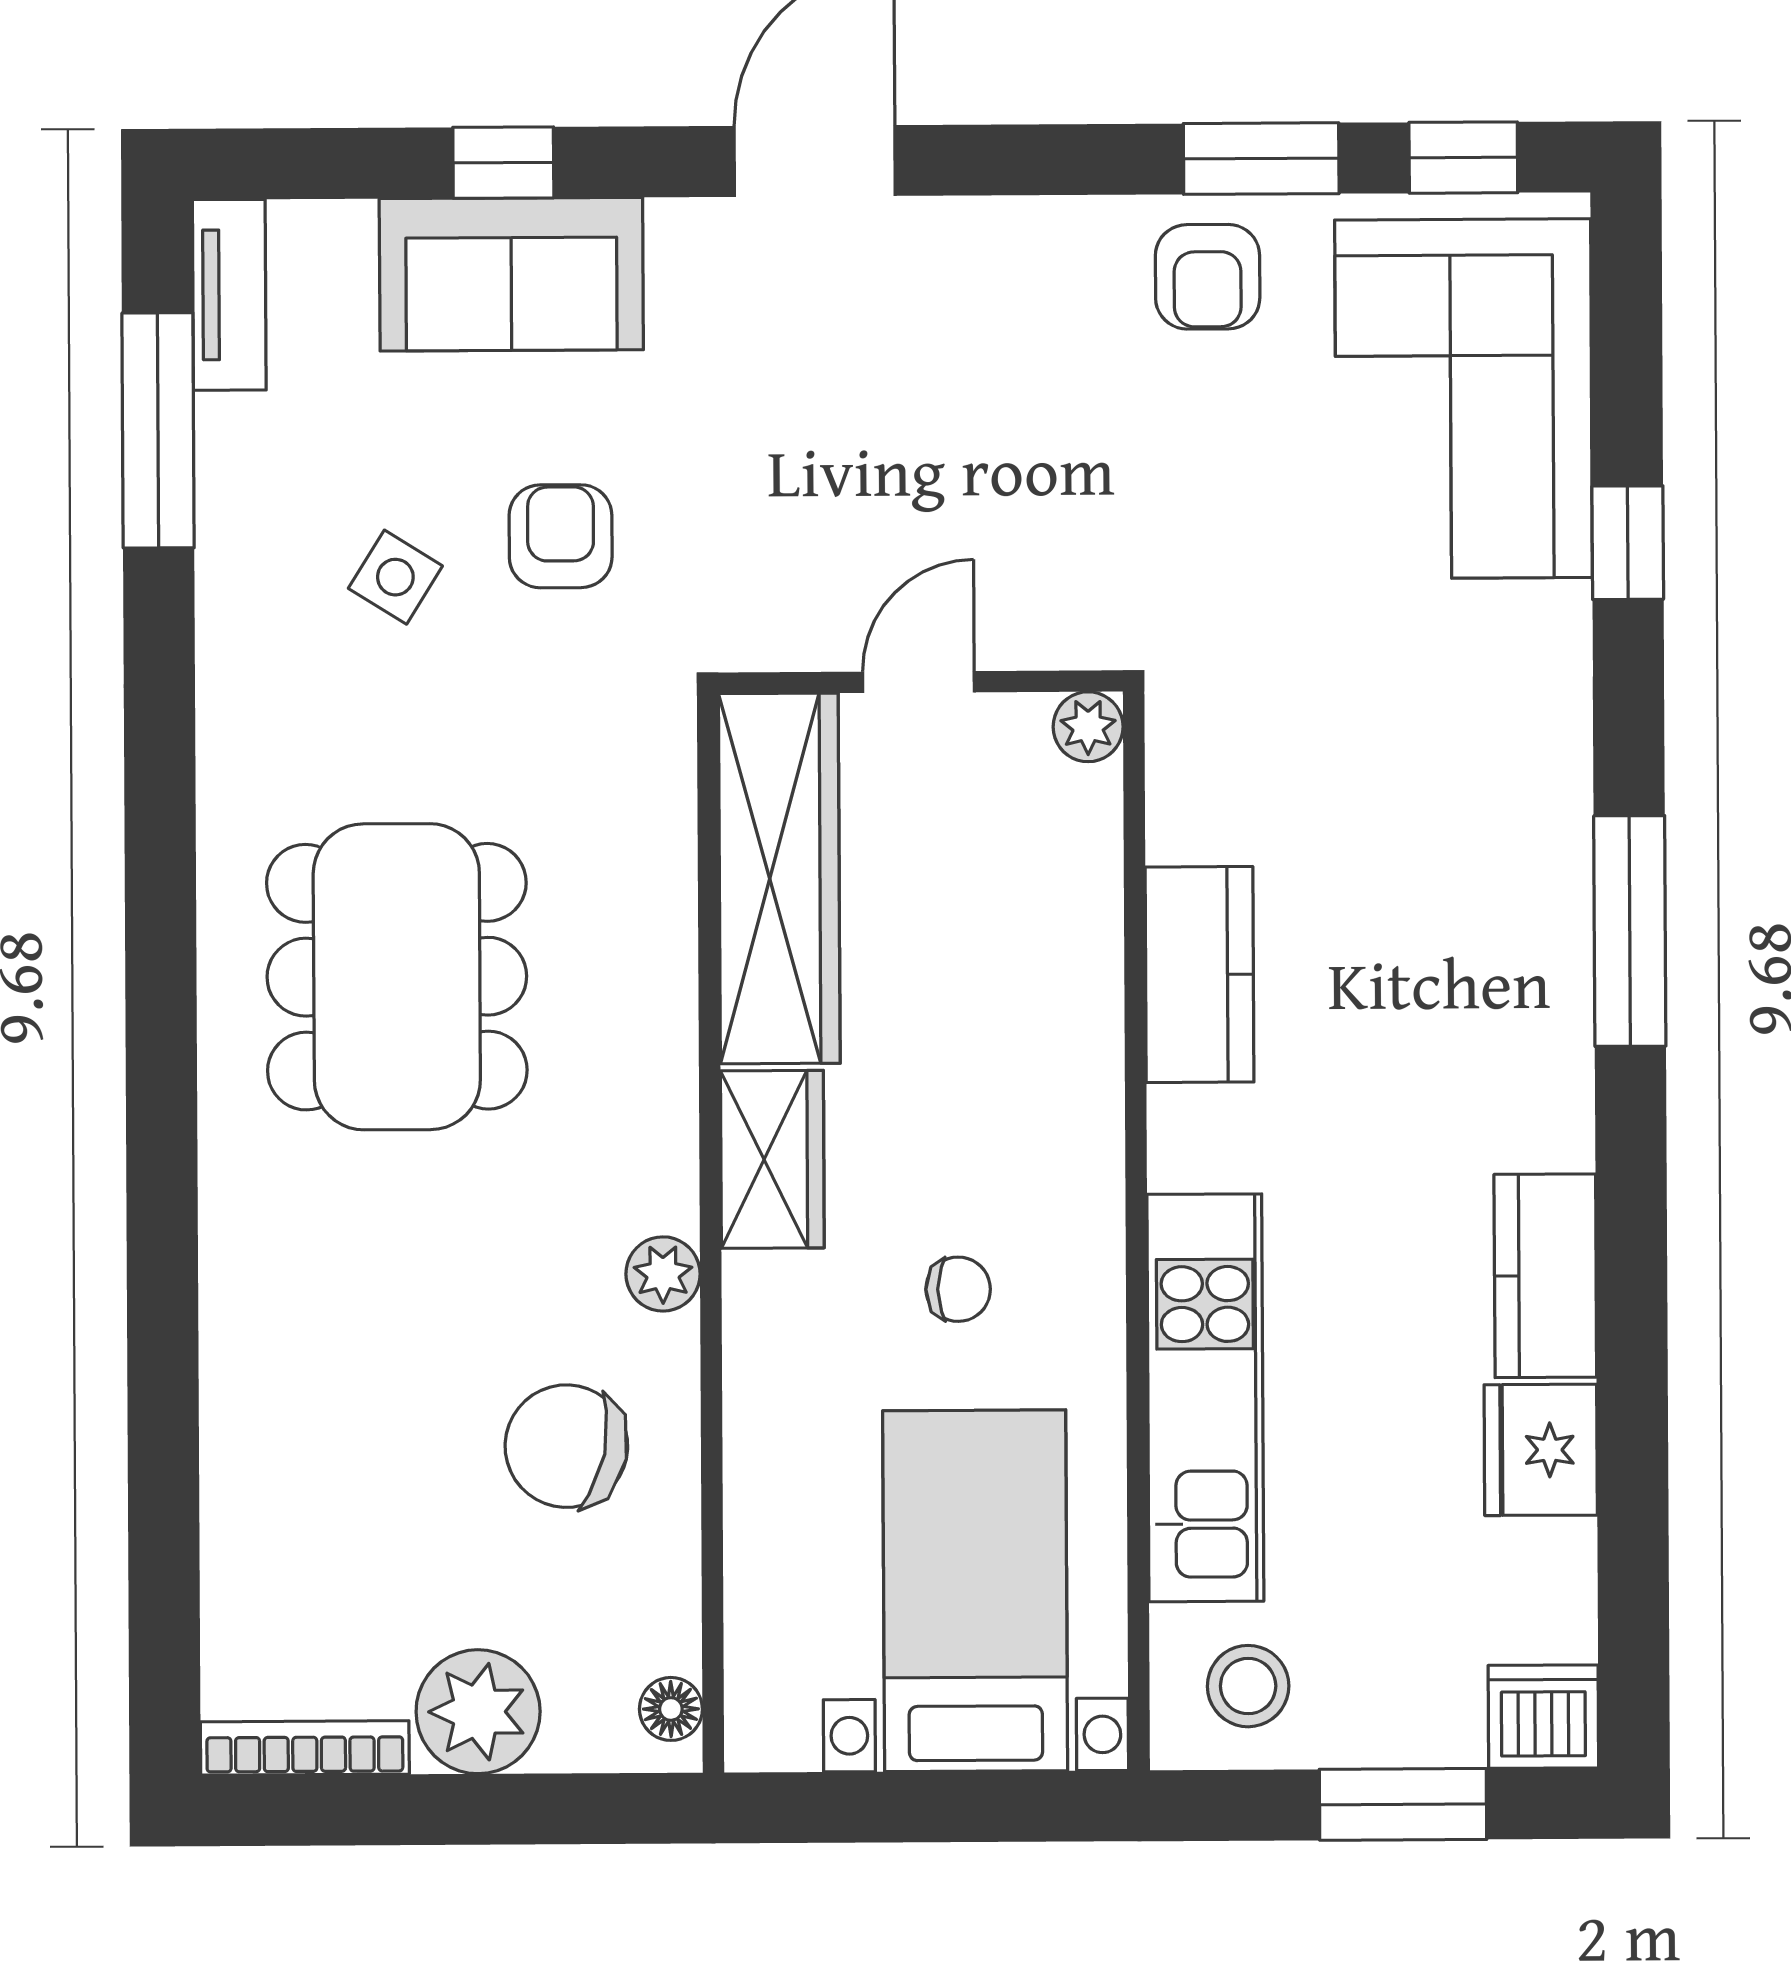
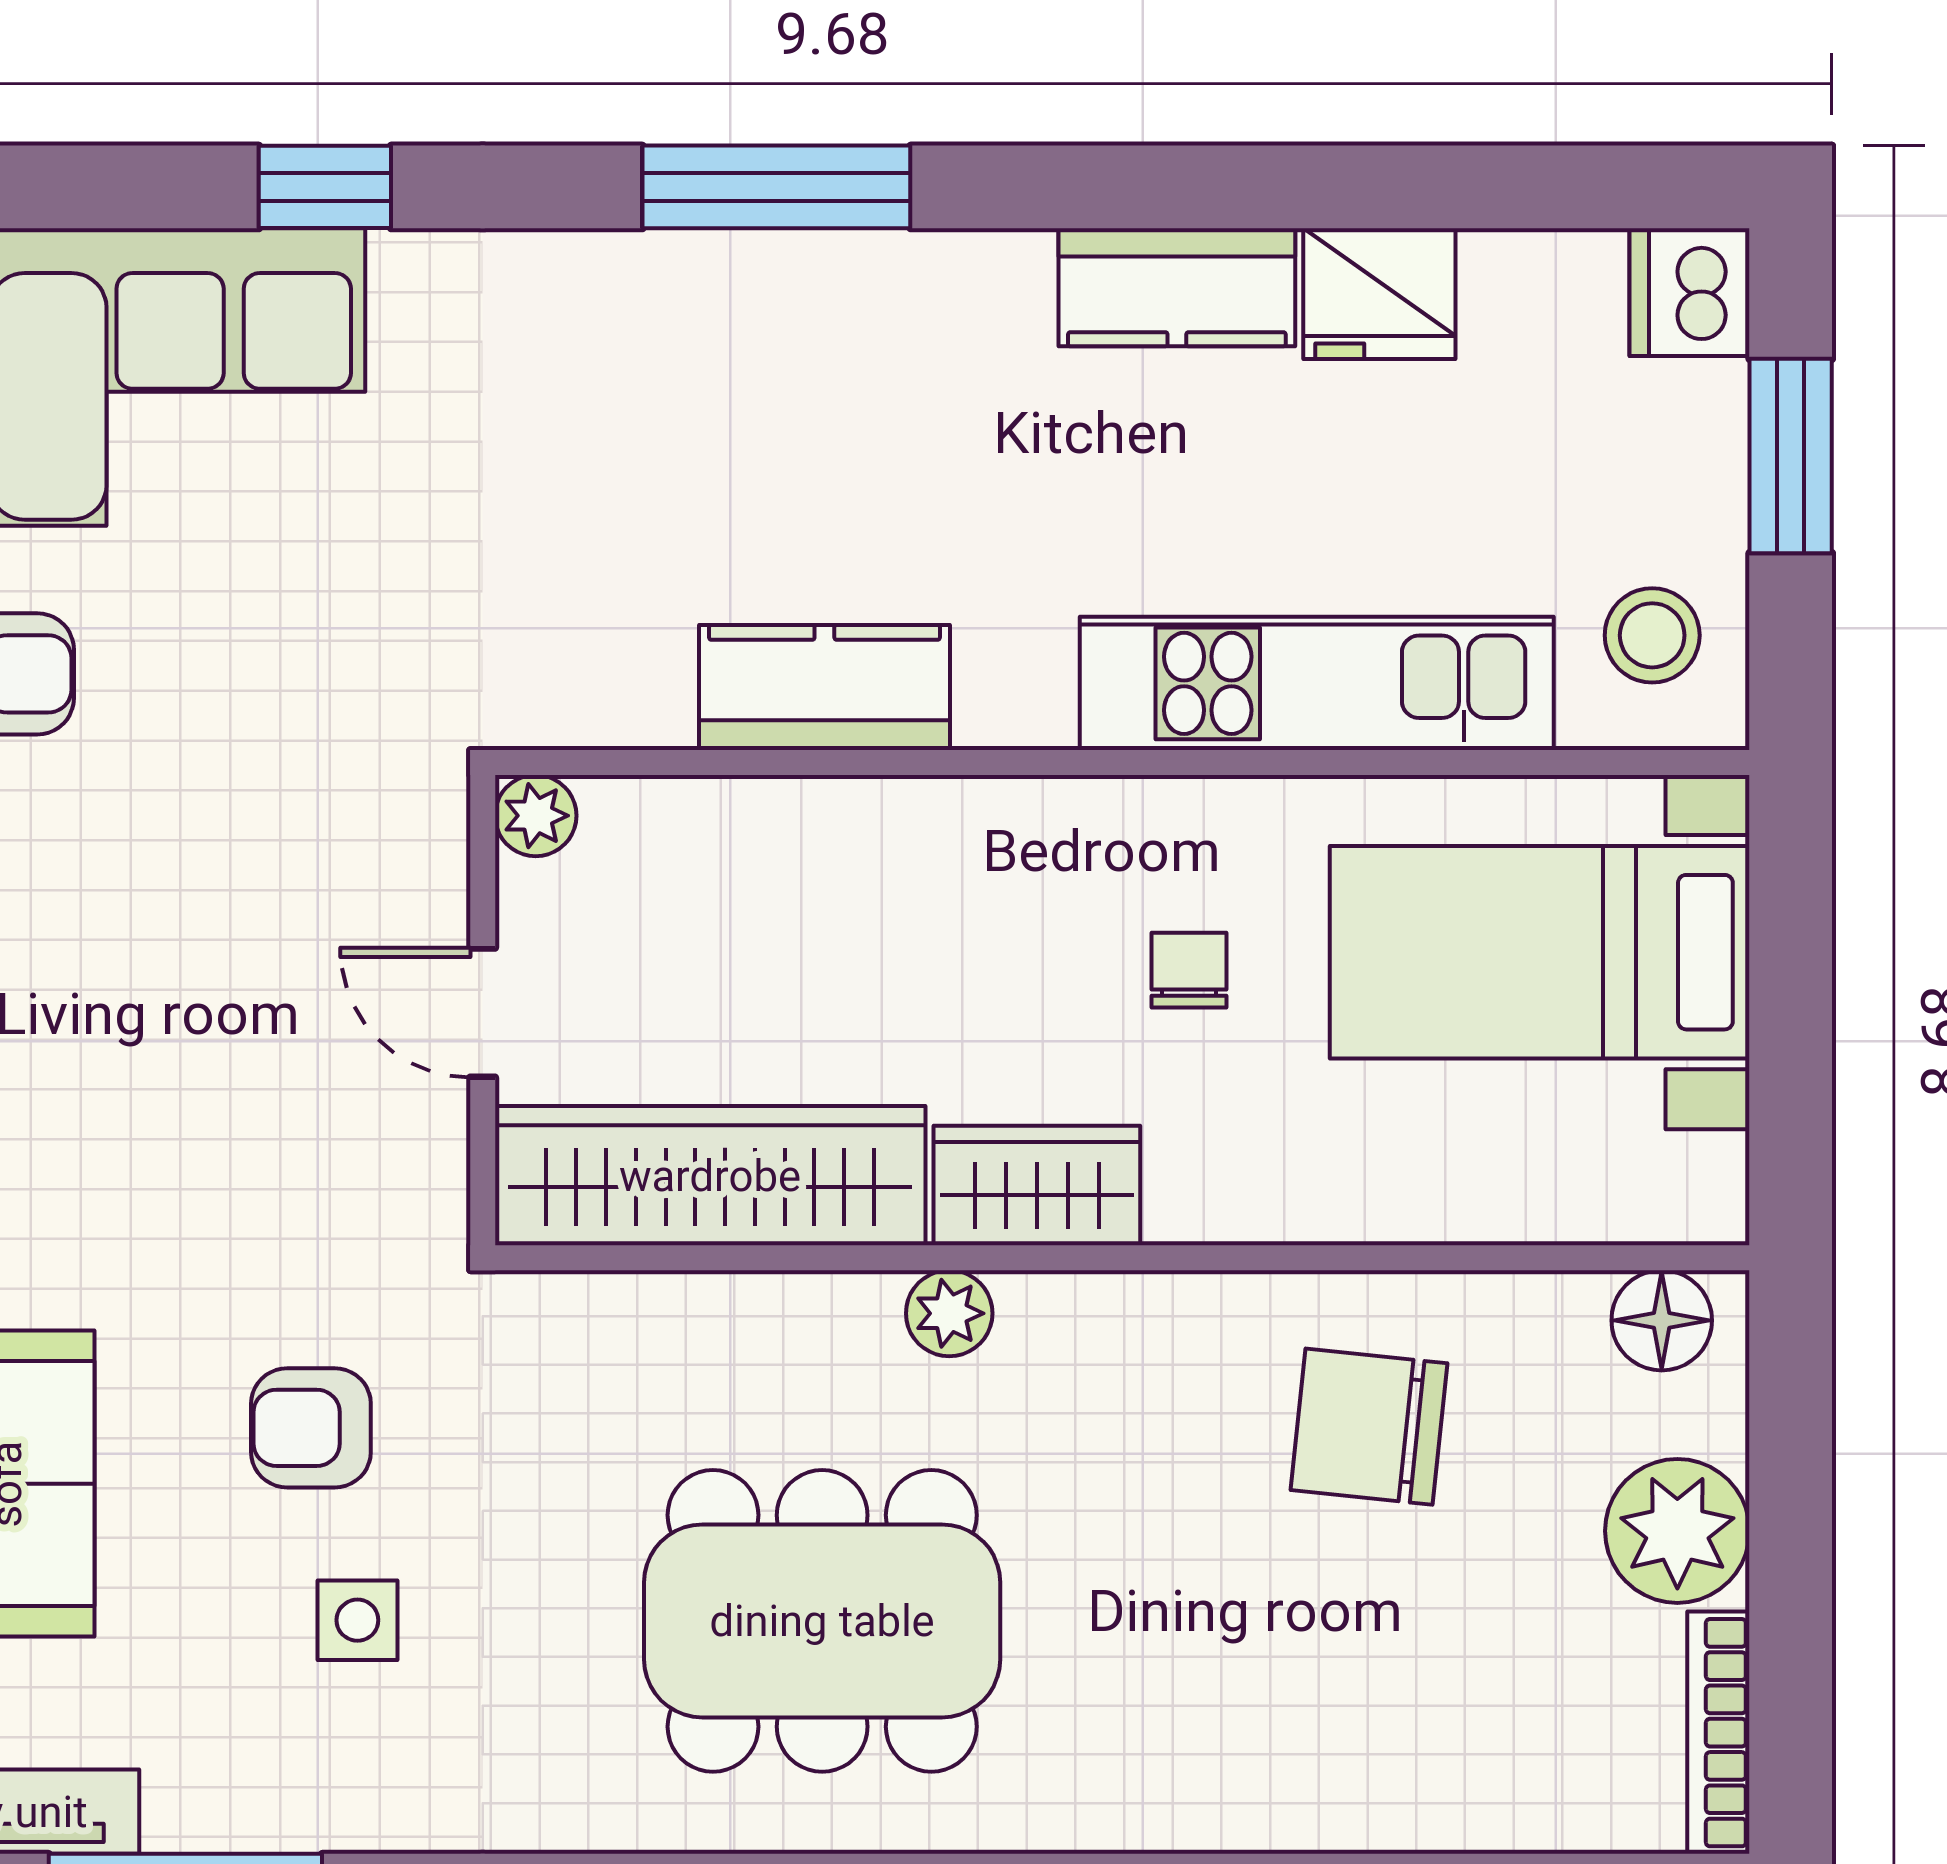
side table: (395, 577) -> (357, 1620), turned -32
plant: (663, 1274) -> (949, 1313), moved
chair: (566, 1446) -> (1369, 1427), turned 84
floor lamp: (671, 1709) -> (1662, 1320), width x1.37, depth x1.37

